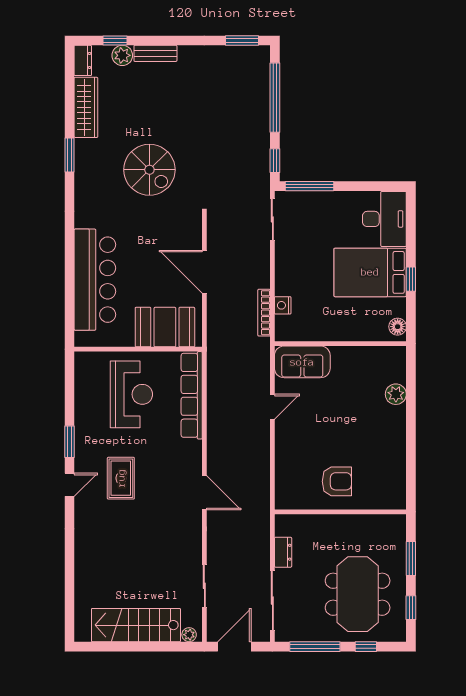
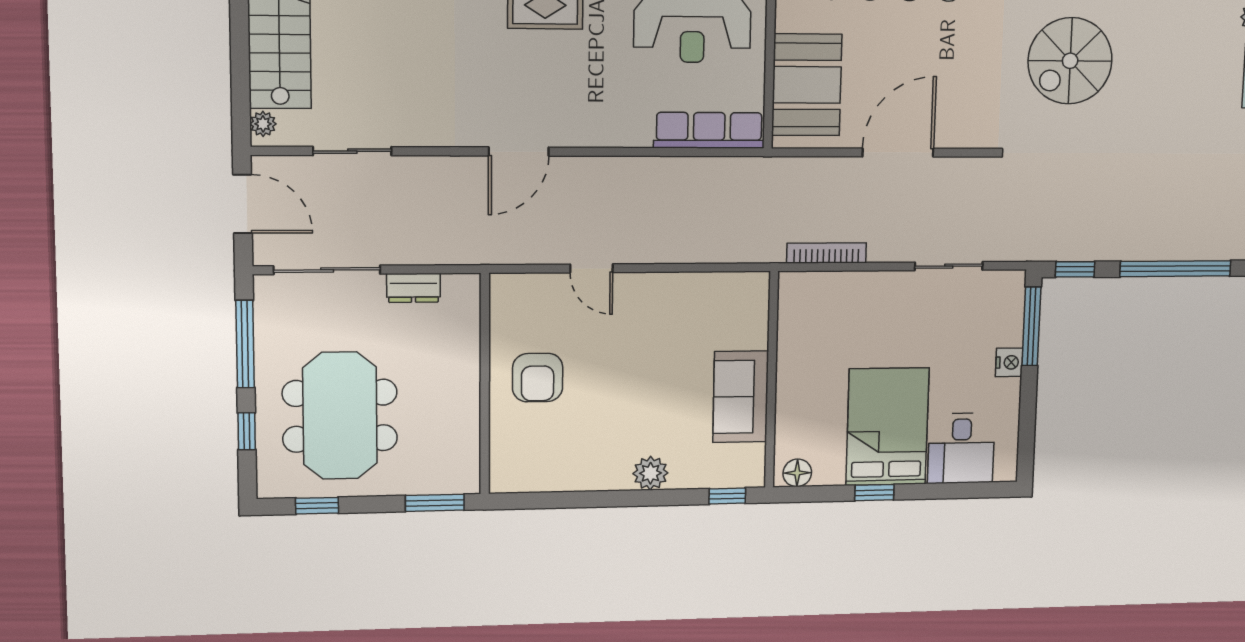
sliding door: (272, 219) -> (949, 266), moved
desk: (384, 219) -> (961, 448), width x0.73
nightstand: (283, 305) -> (1009, 362), moved, turned 90
sofa: (302, 362) -> (741, 397), moved
window: (411, 369) -> (727, 496), added
plant: (396, 394) -> (650, 473), moved
row of seats: (192, 395) -> (709, 130), width x0.73
door: (272, 407) -> (591, 268), moved
window: (411, 559) -> (435, 503), moved
meeting table: (358, 594) -> (340, 416), turned 90

